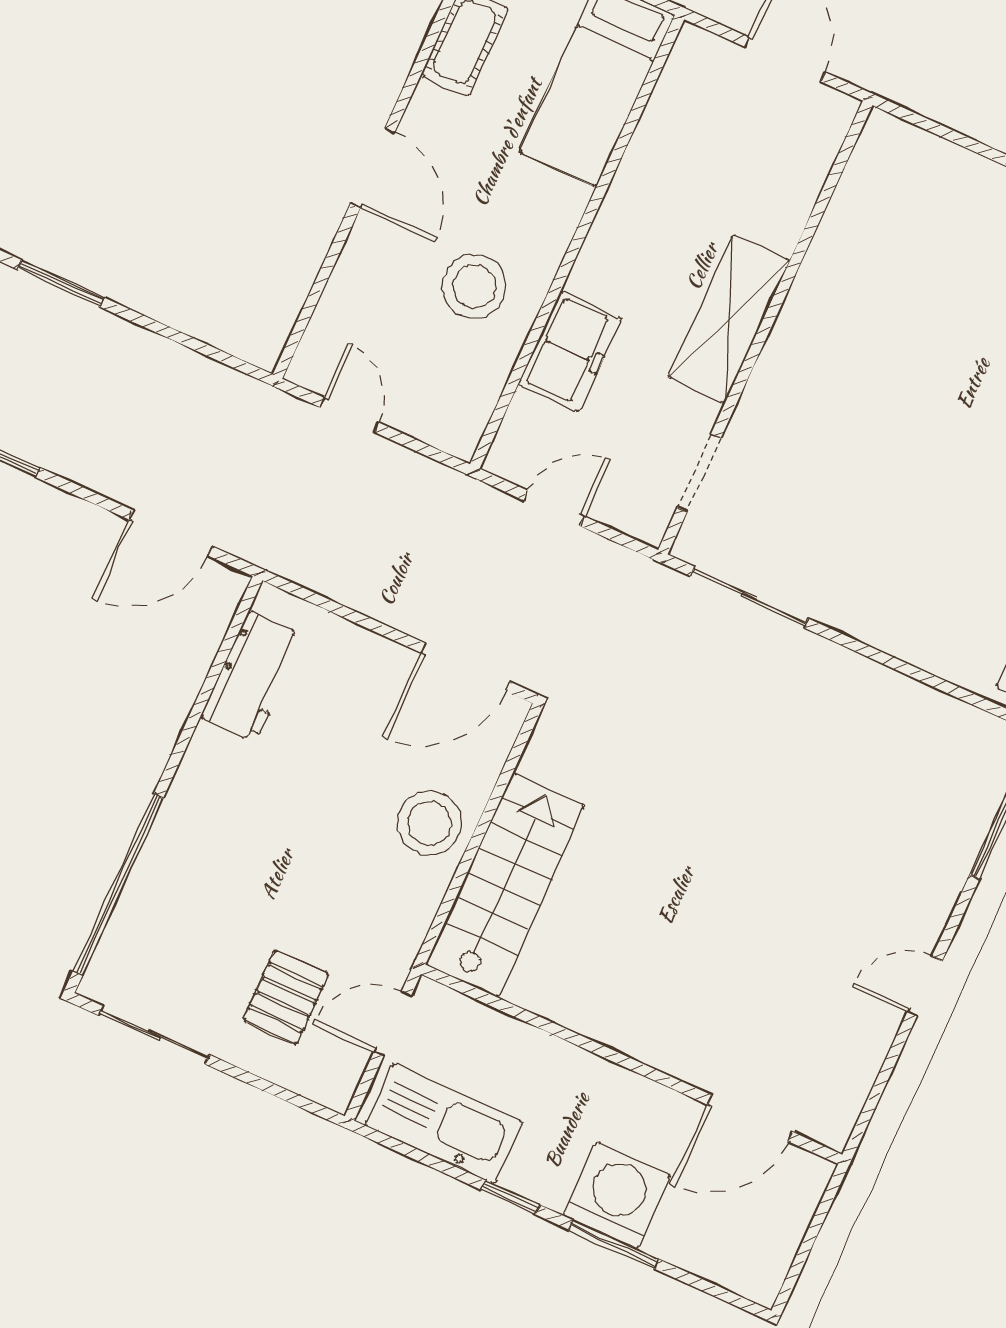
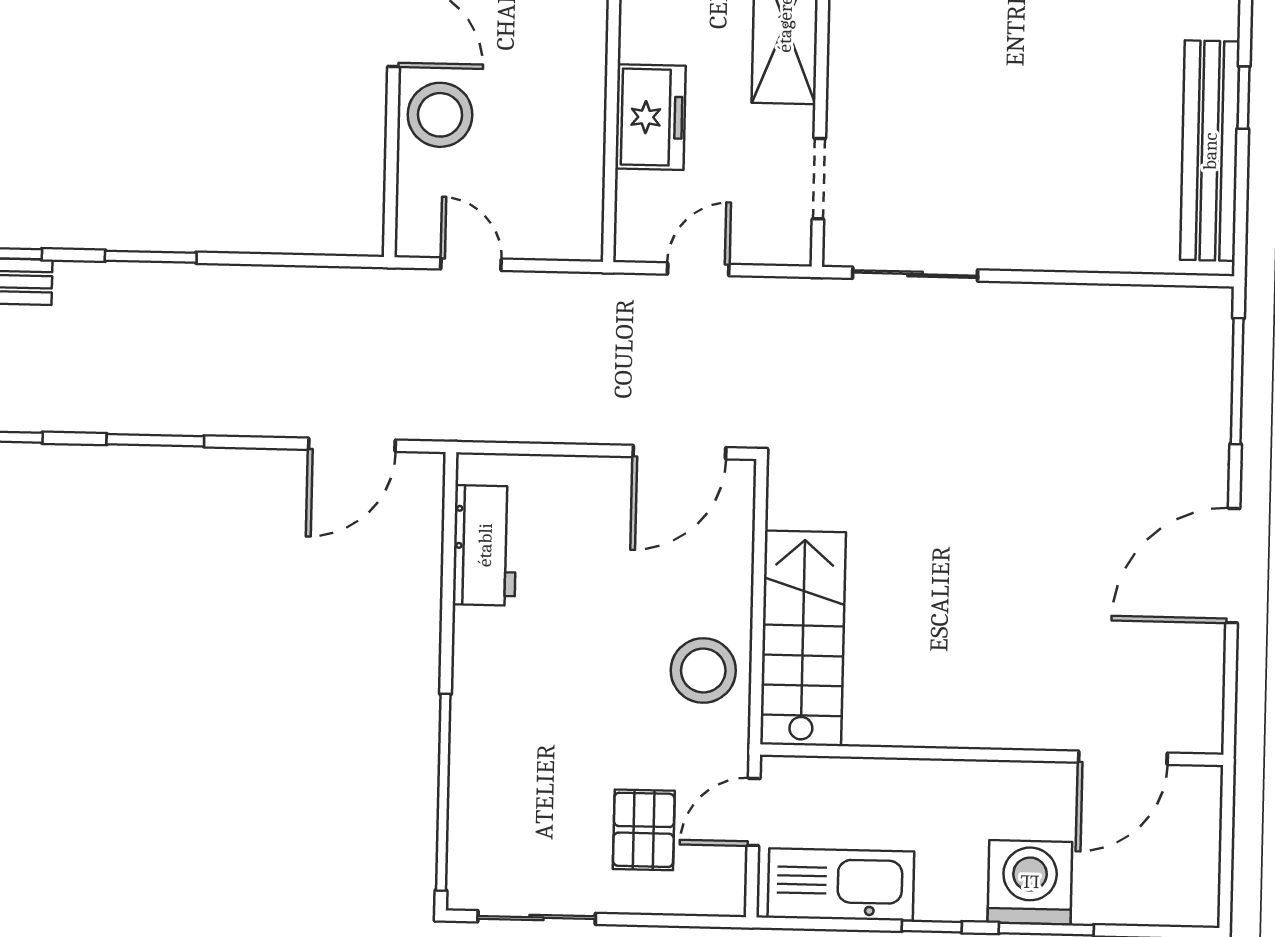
stool: (474, 286) -> (440, 115), moved
stool: (429, 823) -> (703, 671), moved
door: (925, 986) -> (1233, 566), width x1.88

